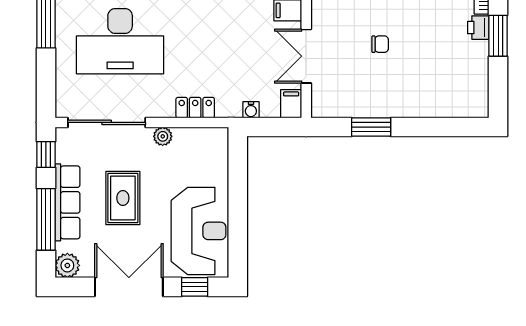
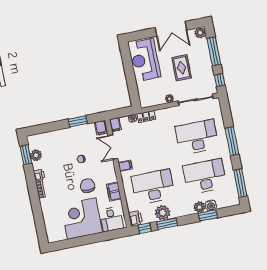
window: (498, 36) -> (26, 155), moved
double door: (306, 56) -> (113, 147), swing flipped
plant: (476, 72) -> (36, 155), added
filing cabinet: (324, 103) -> (101, 128), added
locker: (195, 108) -> (146, 117), moved
row of seats: (68, 202) -> (206, 61), removed
window: (195, 287) -> (142, 35), removed

